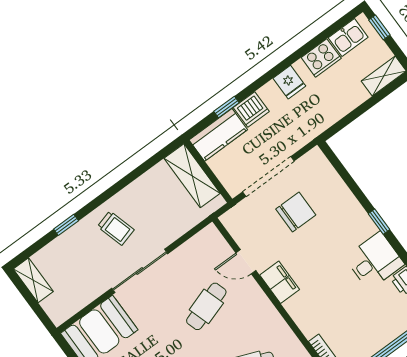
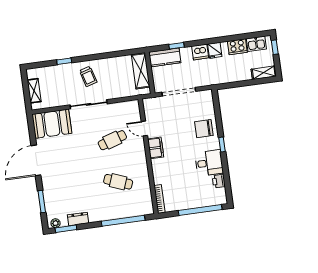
dishwasher: (251, 109) -> (200, 52), moved
chair: (296, 212) -> (204, 129), moved, turned 180
shelving: (33, 280) -> (34, 91), moved

